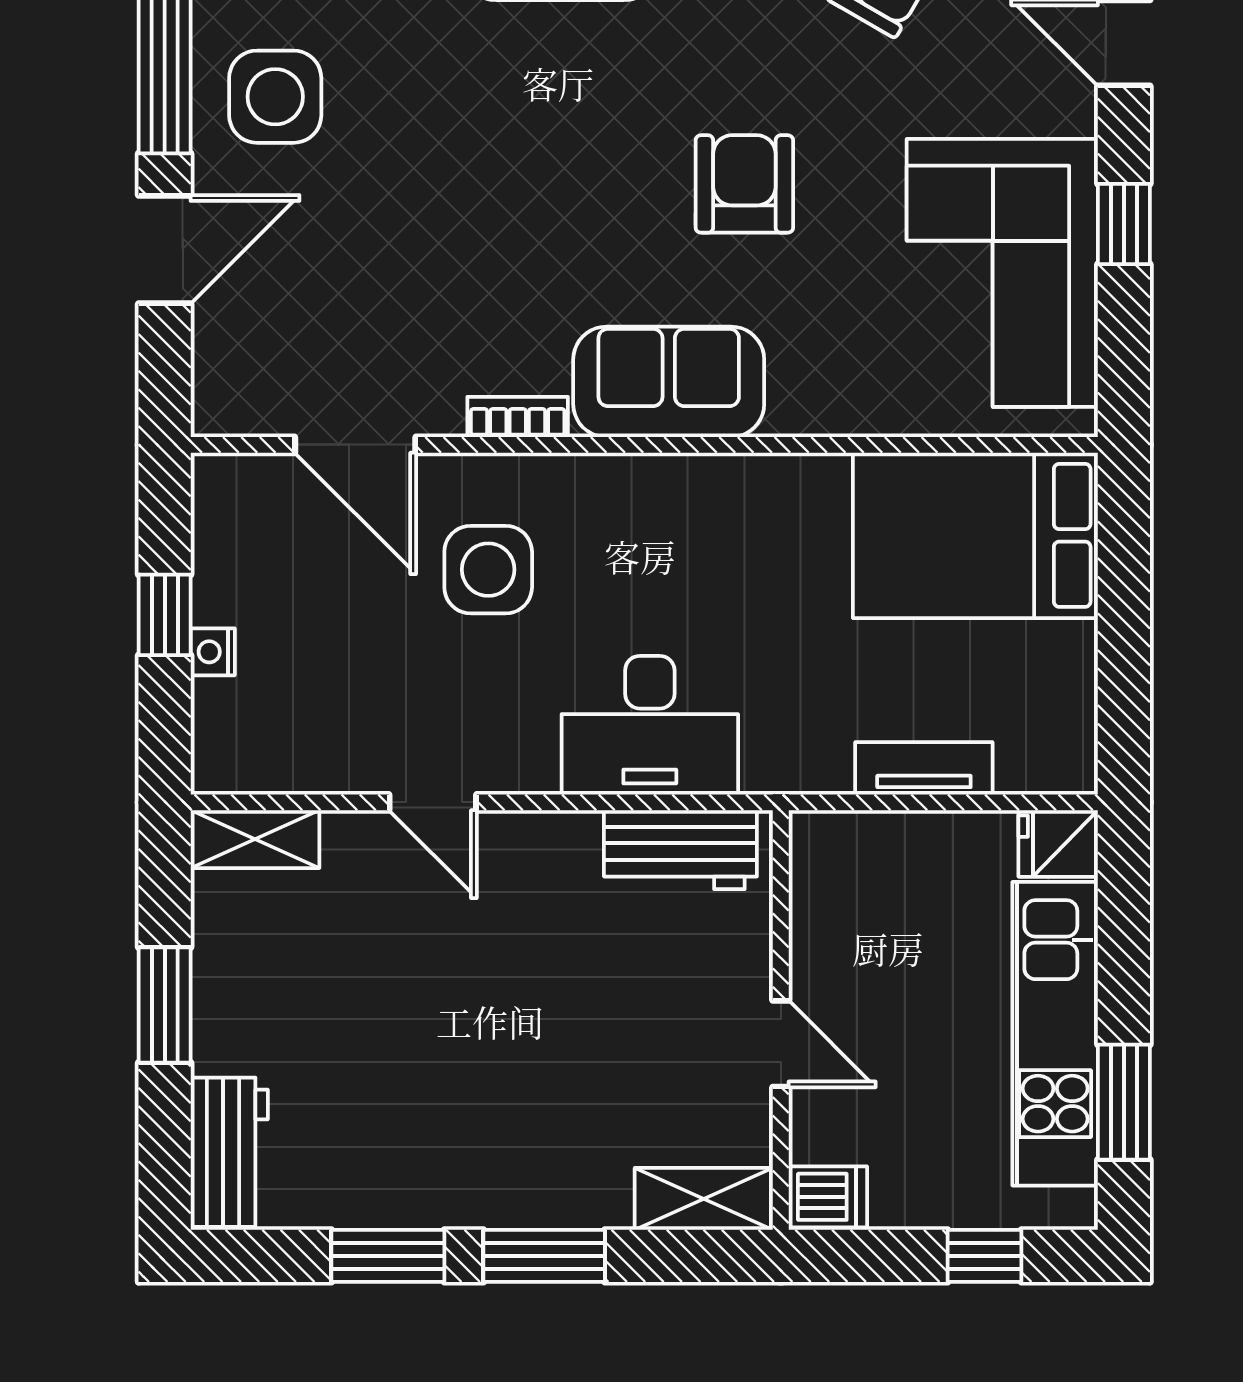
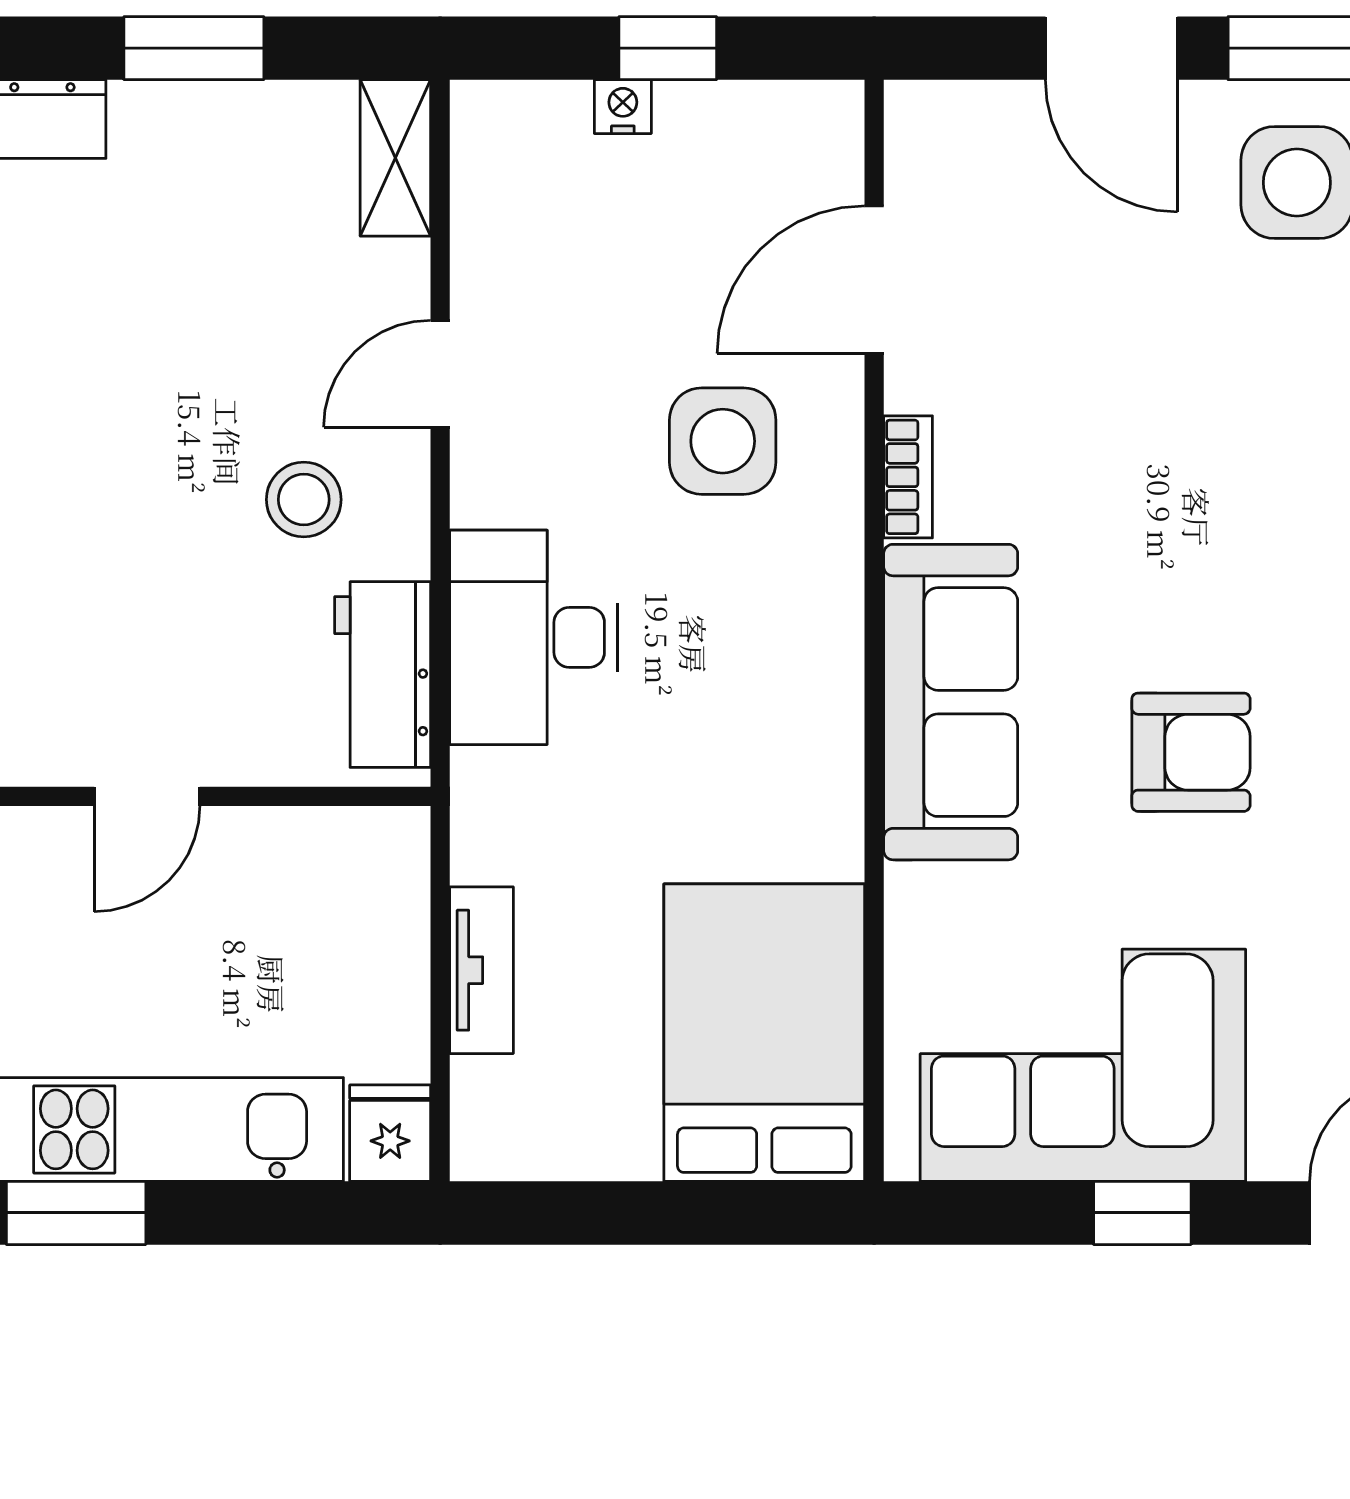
sofa: (669, 382) -> (951, 702), width x1.36
stool: (536, 915) -> (304, 500), added

